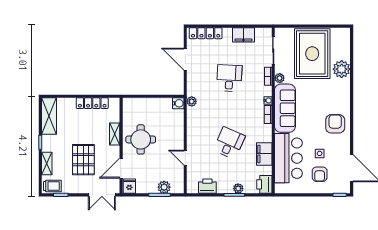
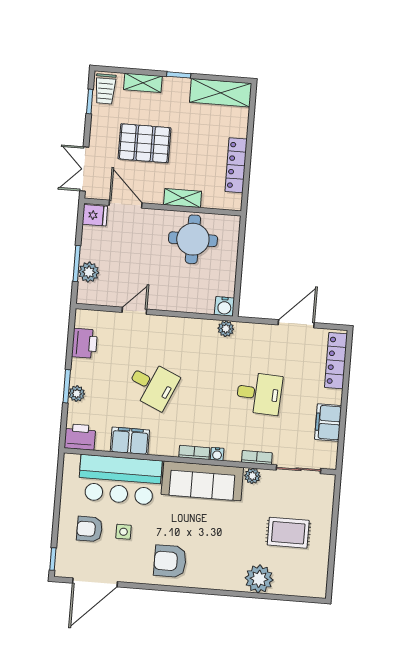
rug: (312, 54) -> (288, 533), width x0.54, depth x0.49
armchair: (335, 124) -> (170, 561), turned 180
round table: (141, 139) -> (193, 239), moved

